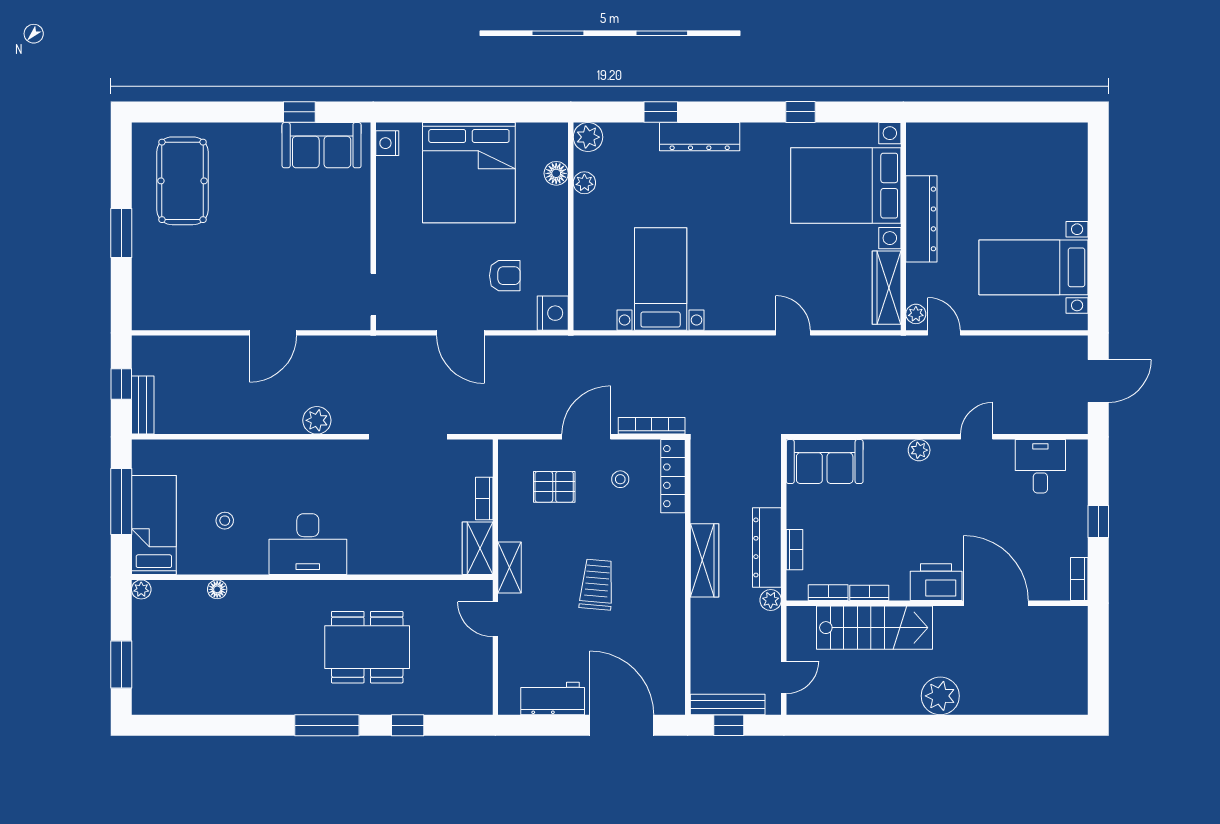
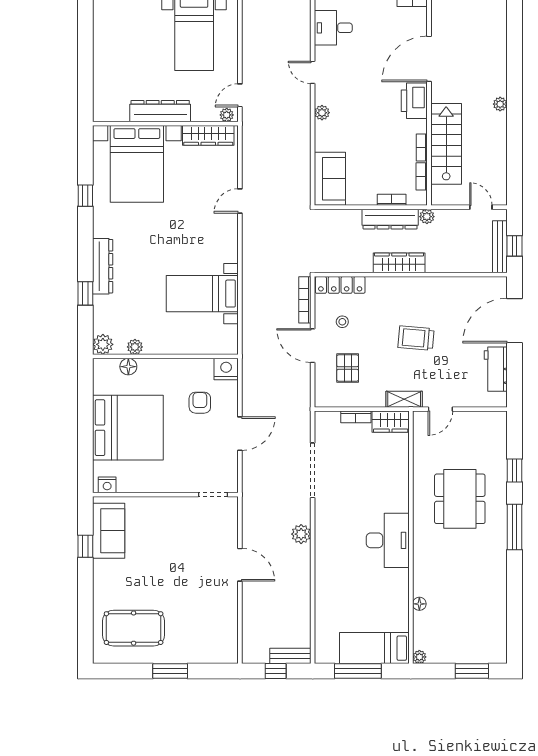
stool: (225, 521) -> (371, 599), removed
plant: (940, 696) -> (500, 104), width x0.53, depth x0.53

